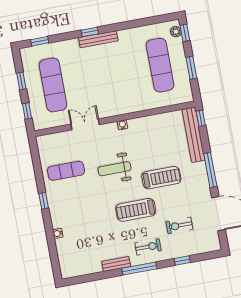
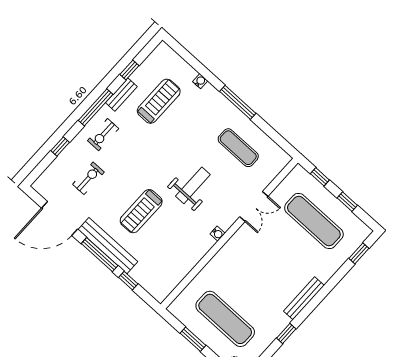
window: (90, 32) -> (286, 333), moved
window: (201, 118) -> (128, 281), moved
bench: (194, 135) -> (108, 246), moved
exercise mat: (66, 171) -> (238, 148), turned 90
window: (44, 201) -> (238, 102), width x2.17
treadmill: (136, 210) -> (159, 101), moved
window: (99, 276) -> (129, 70), added

